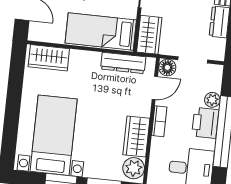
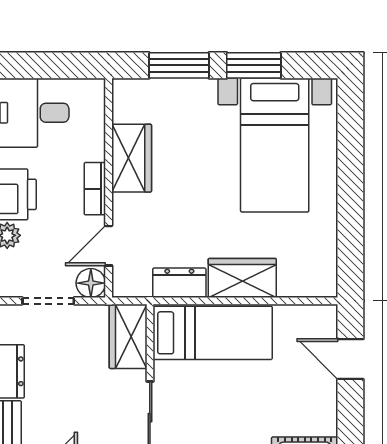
wardrobe: (49, 58) -> (242, 278), moved
dresser: (123, 63) -> (179, 283), width x0.70
plant: (134, 168) -> (130, 103), removed

